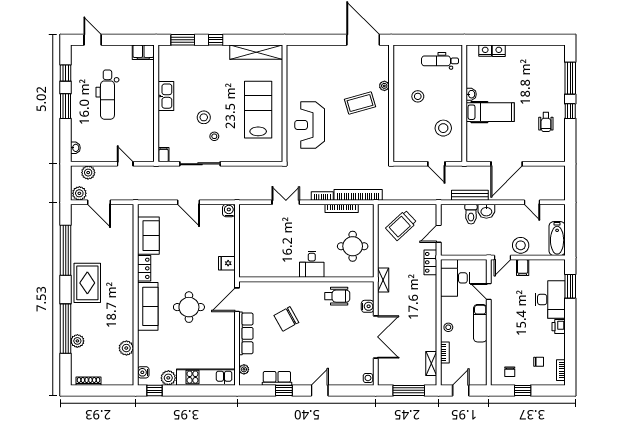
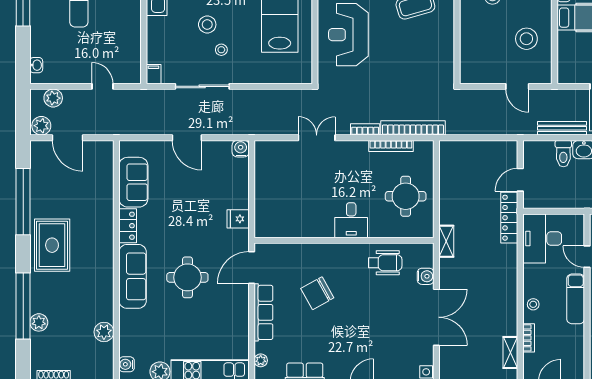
trolley: (401, 225) -> (470, 168), removed
locker: (430, 262) -> (509, 218), width x1.53

